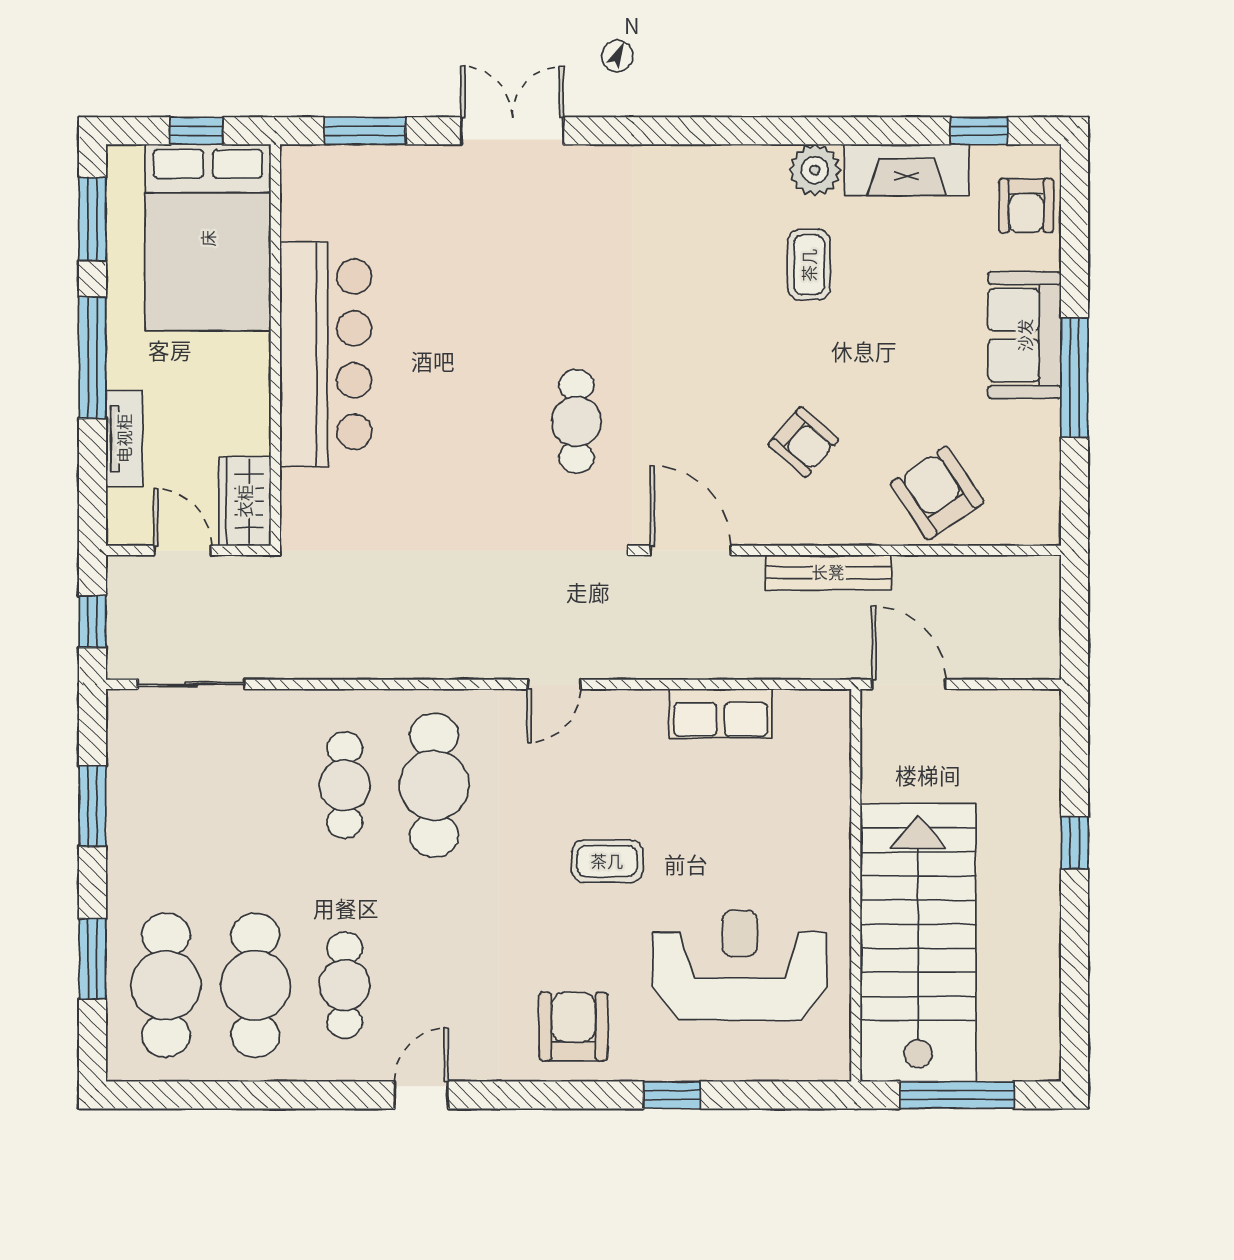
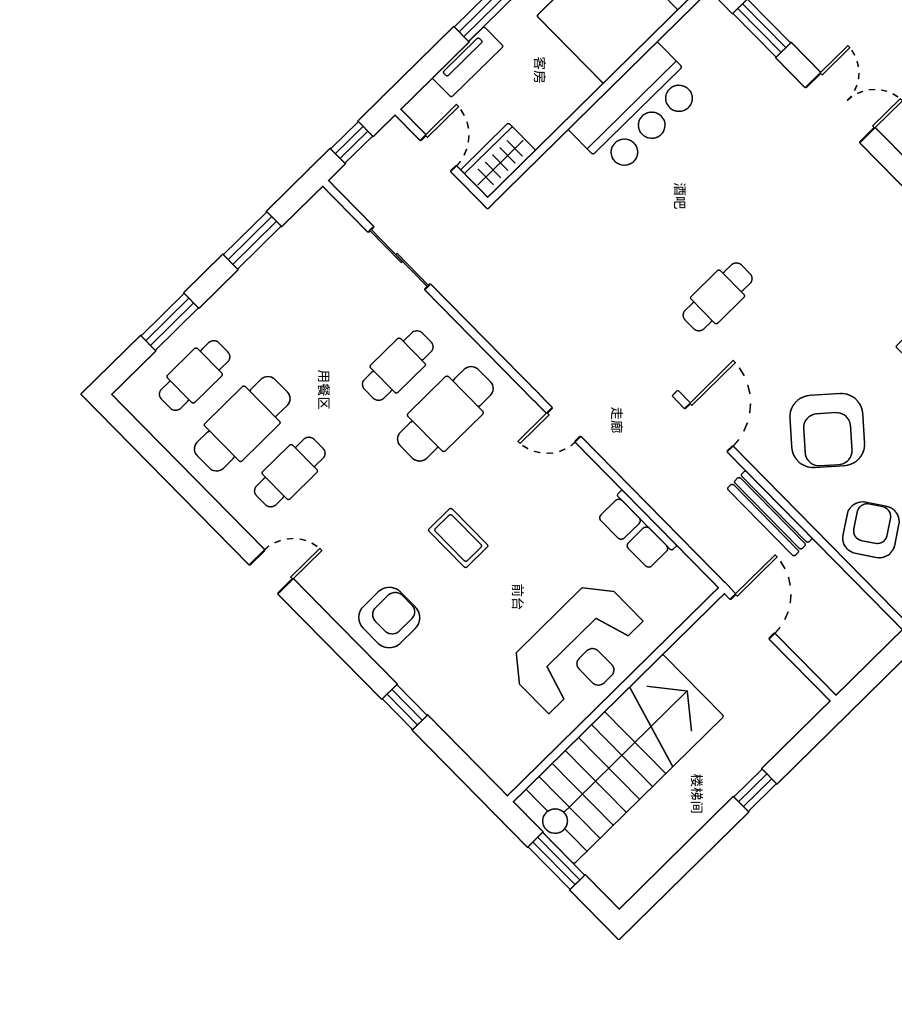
bar counter: (326, 354) -> (637, 110), width x0.73
armchair: (803, 442) -> (827, 430), width x1.88, depth x1.88
sliding door: (191, 684) -> (399, 258), moved
coffee table: (607, 861) -> (458, 538), moved
reception desk: (740, 965) -> (578, 650), moved, turned 90
cafe table: (166, 985) -> (195, 376), width x0.73, depth x0.74
window: (957, 1095) -> (556, 861), width x0.69

